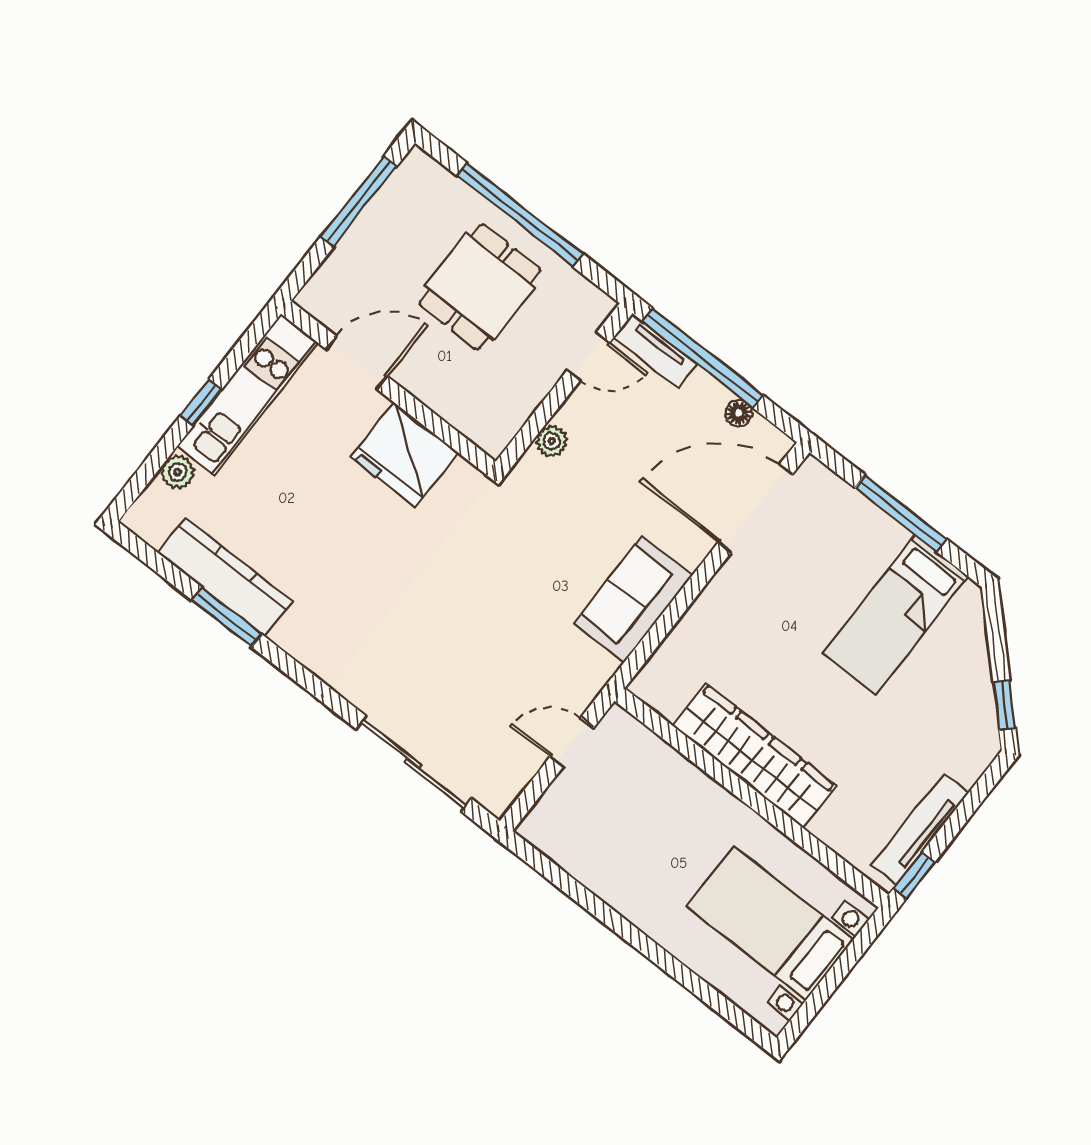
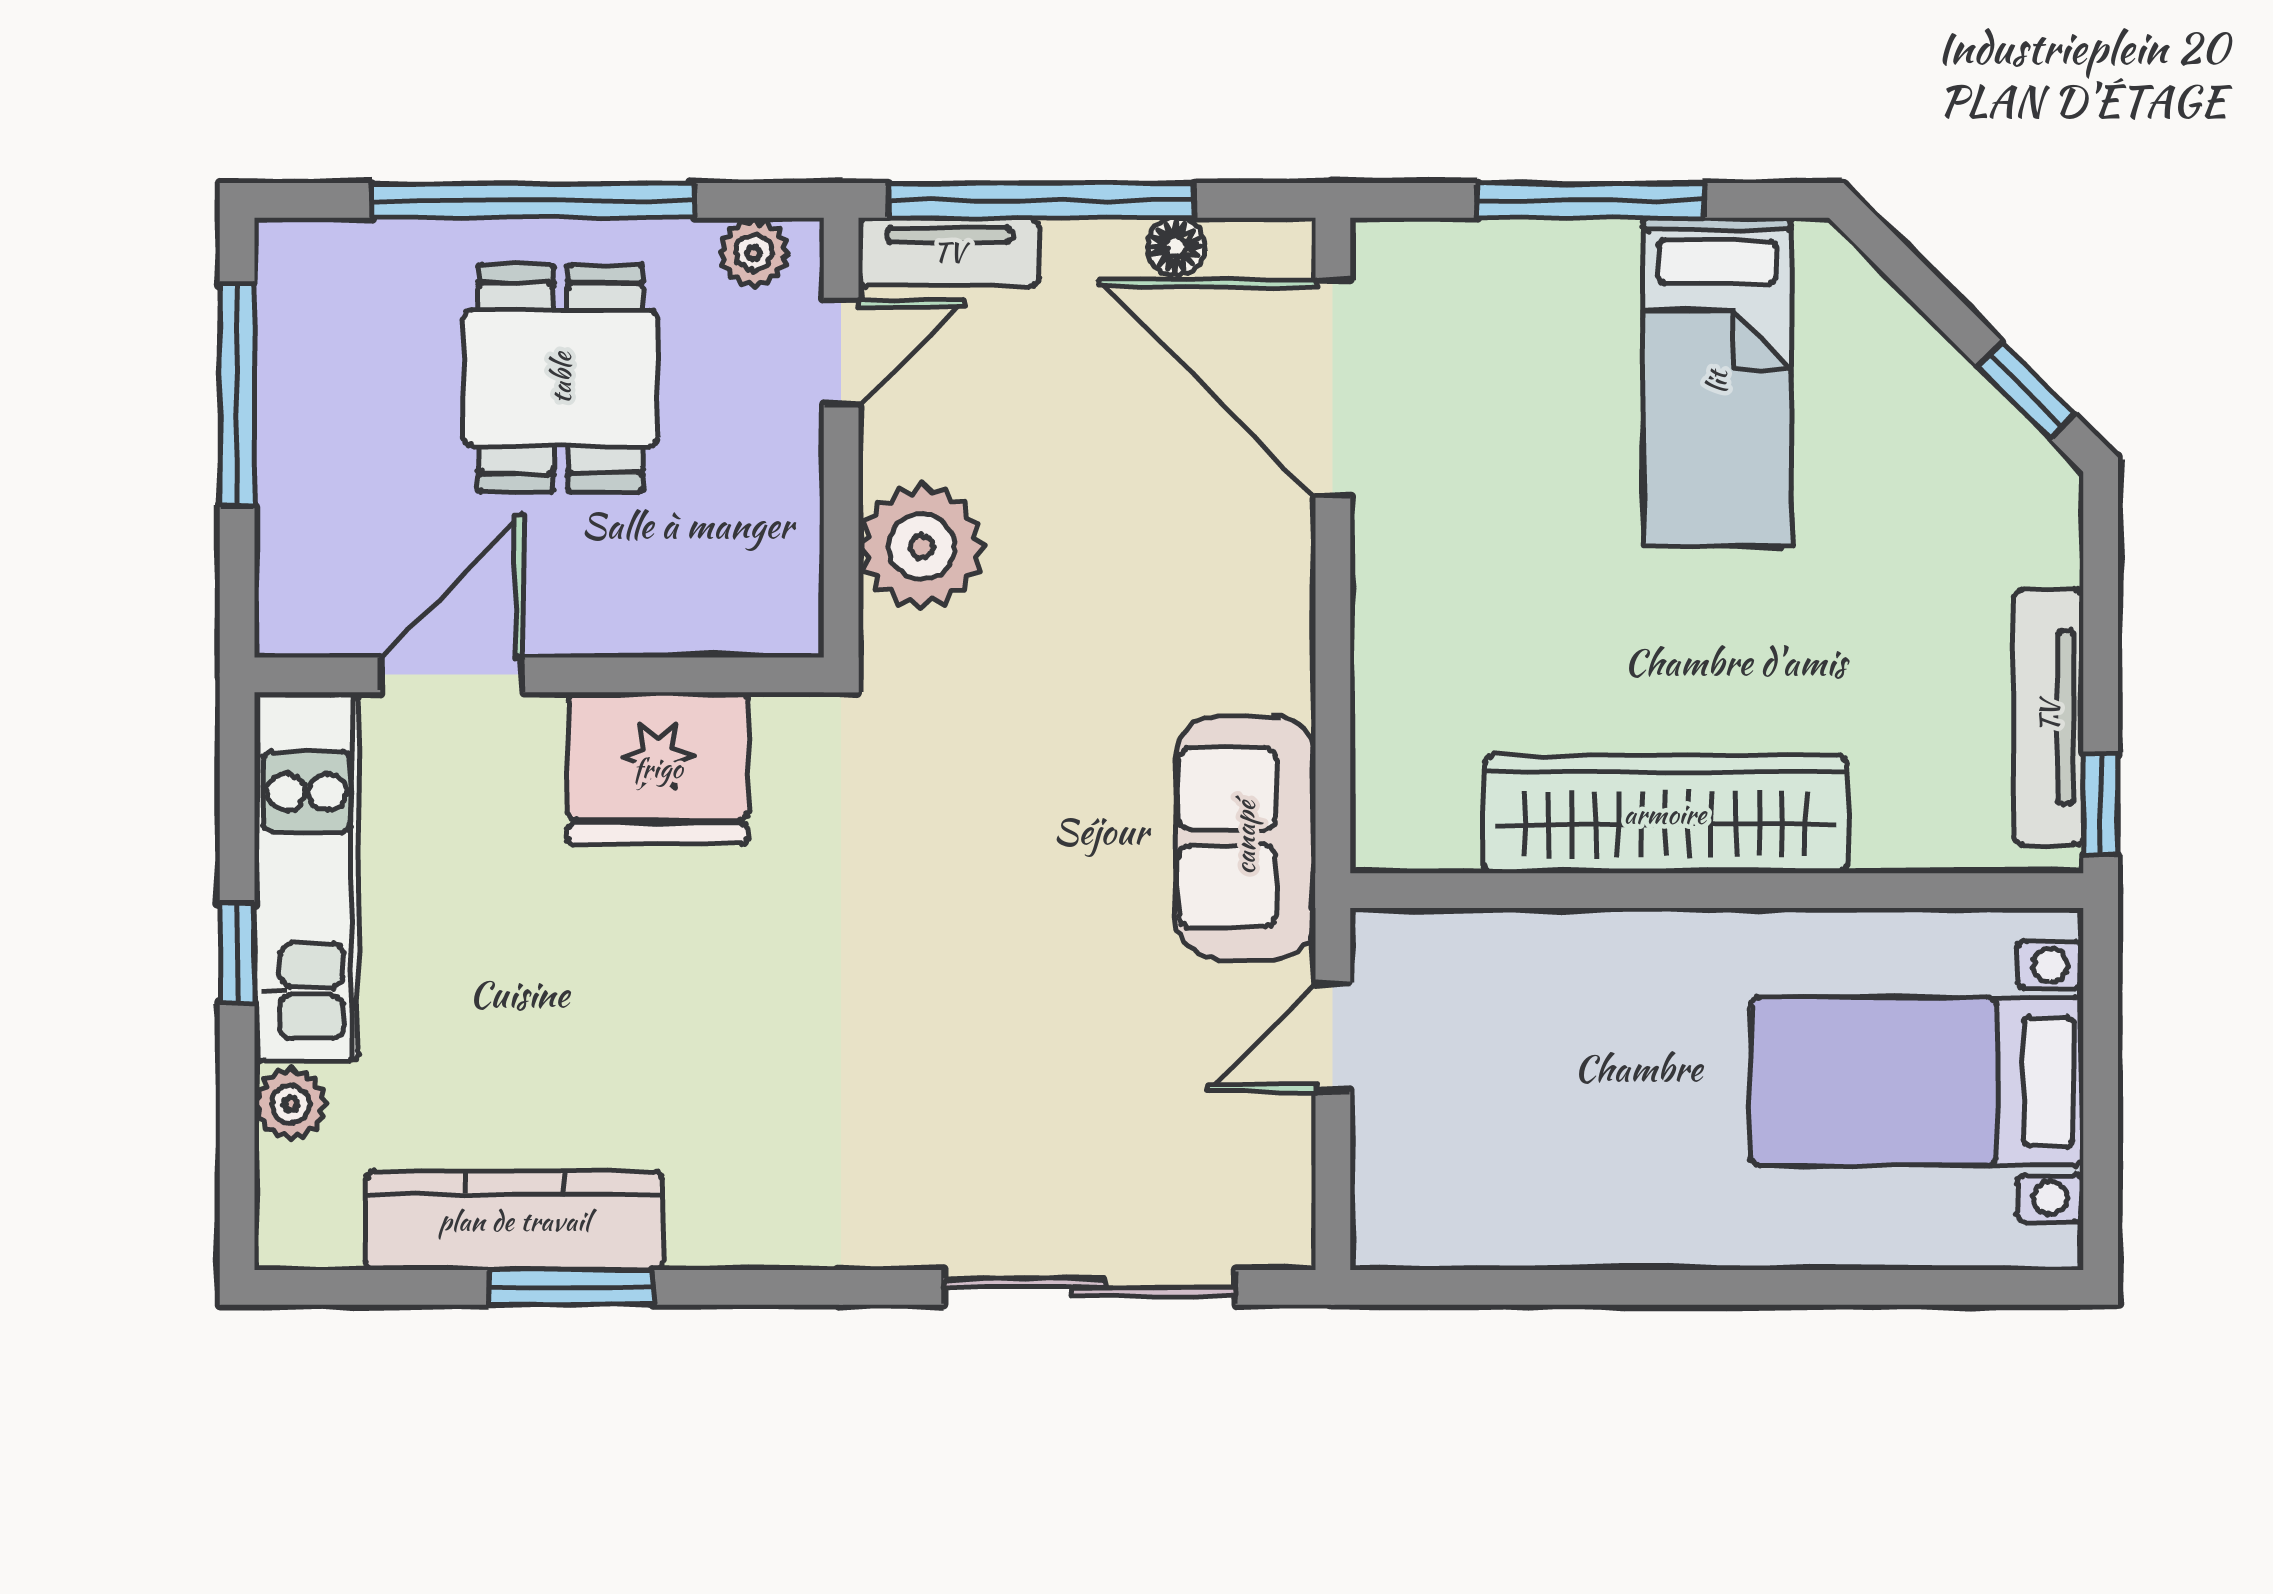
plant: (585, 296) -> (754, 253), added
plant: (552, 441) -> (921, 547), width x1.87, depth x1.87
door: (755, 508) -> (1333, 388), hinge flipped
sofa: (633, 599) -> (1245, 838), moved

